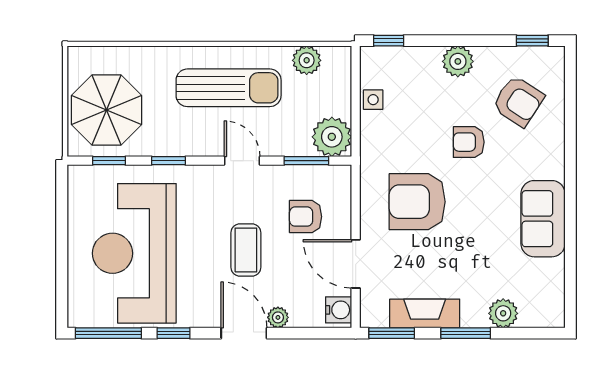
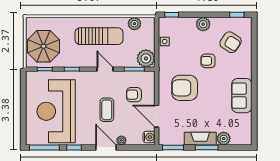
fireplace: (425, 313) -> (200, 139), moved

